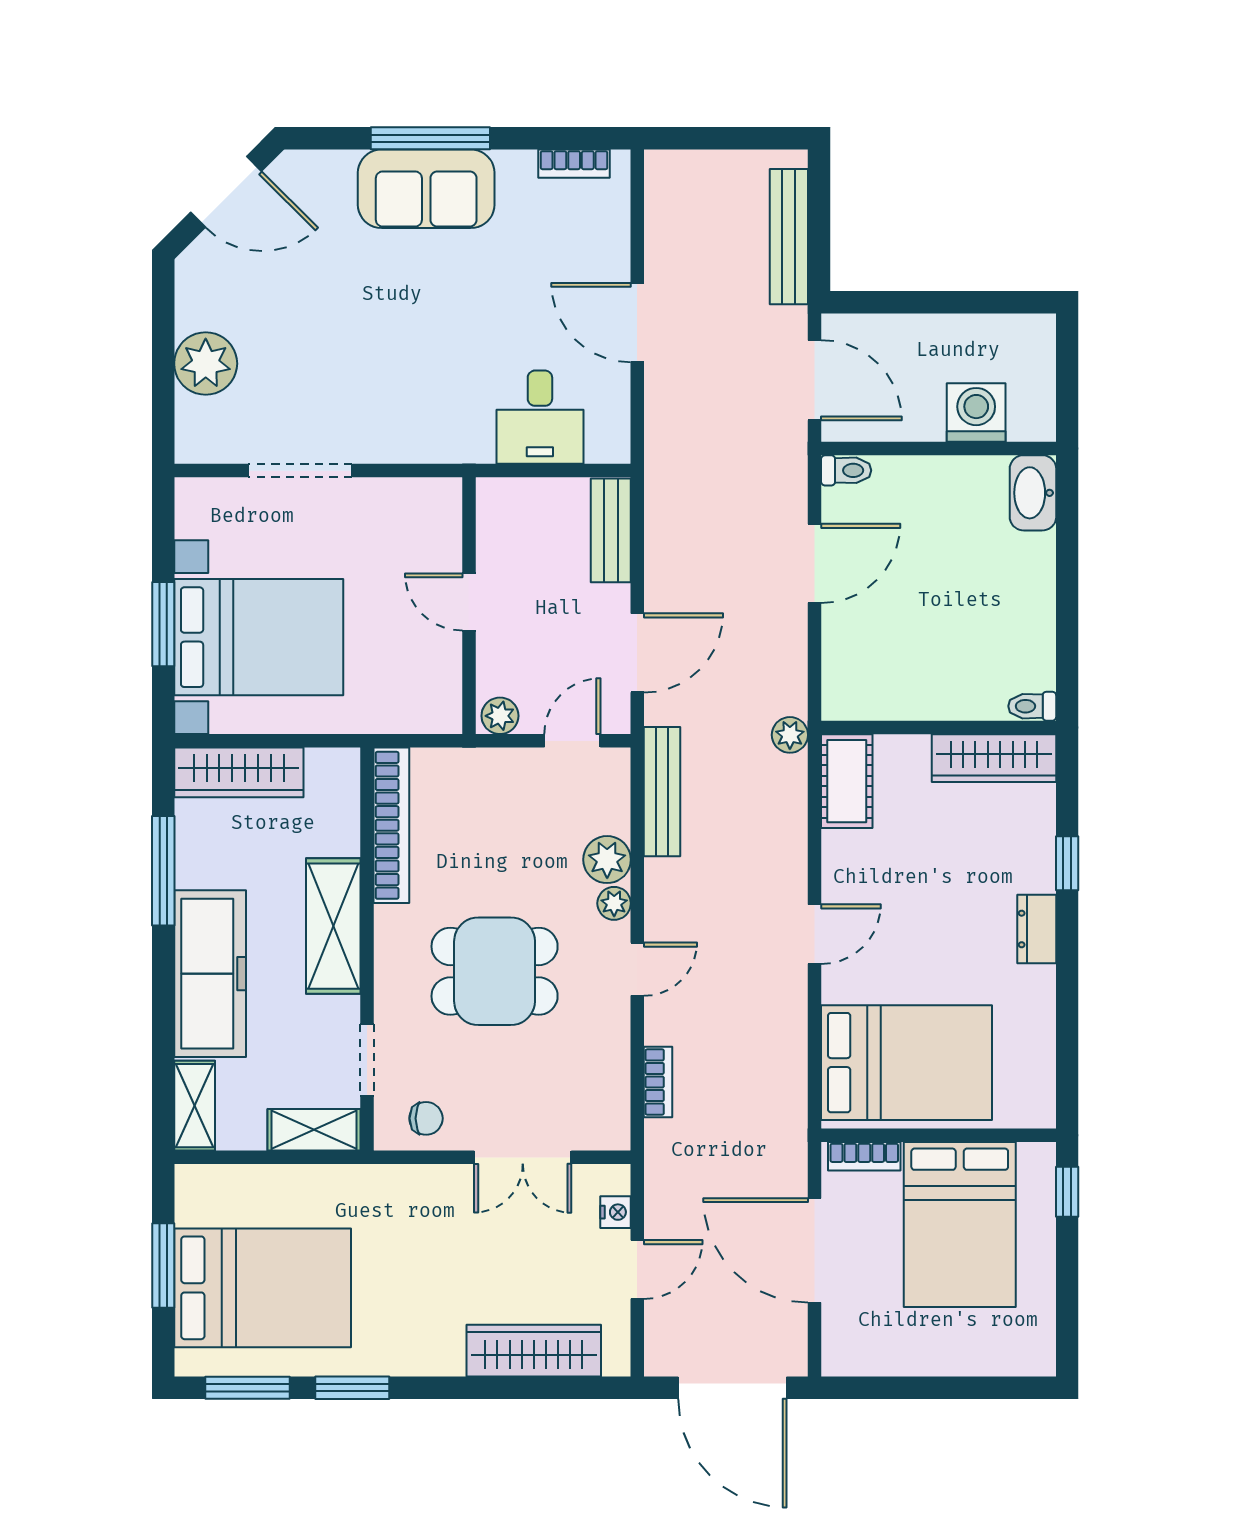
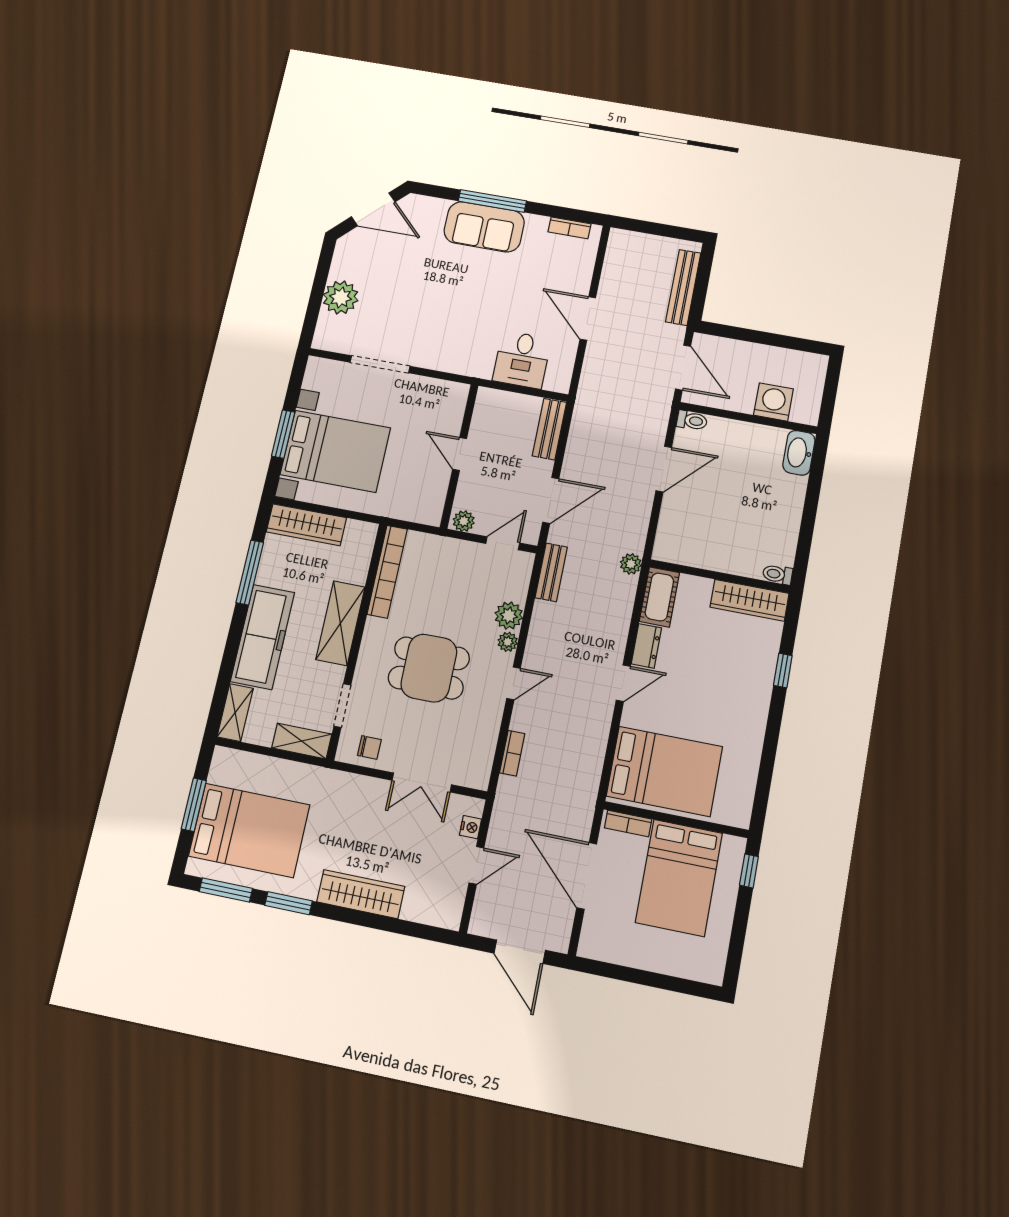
bench: (662, 792) -> (551, 572), width x0.73
dresser: (1037, 929) -> (646, 646), moved, turned 180
wardrobe: (534, 1351) -> (361, 894), moved
door: (732, 1388) -> (520, 952), width x0.73

